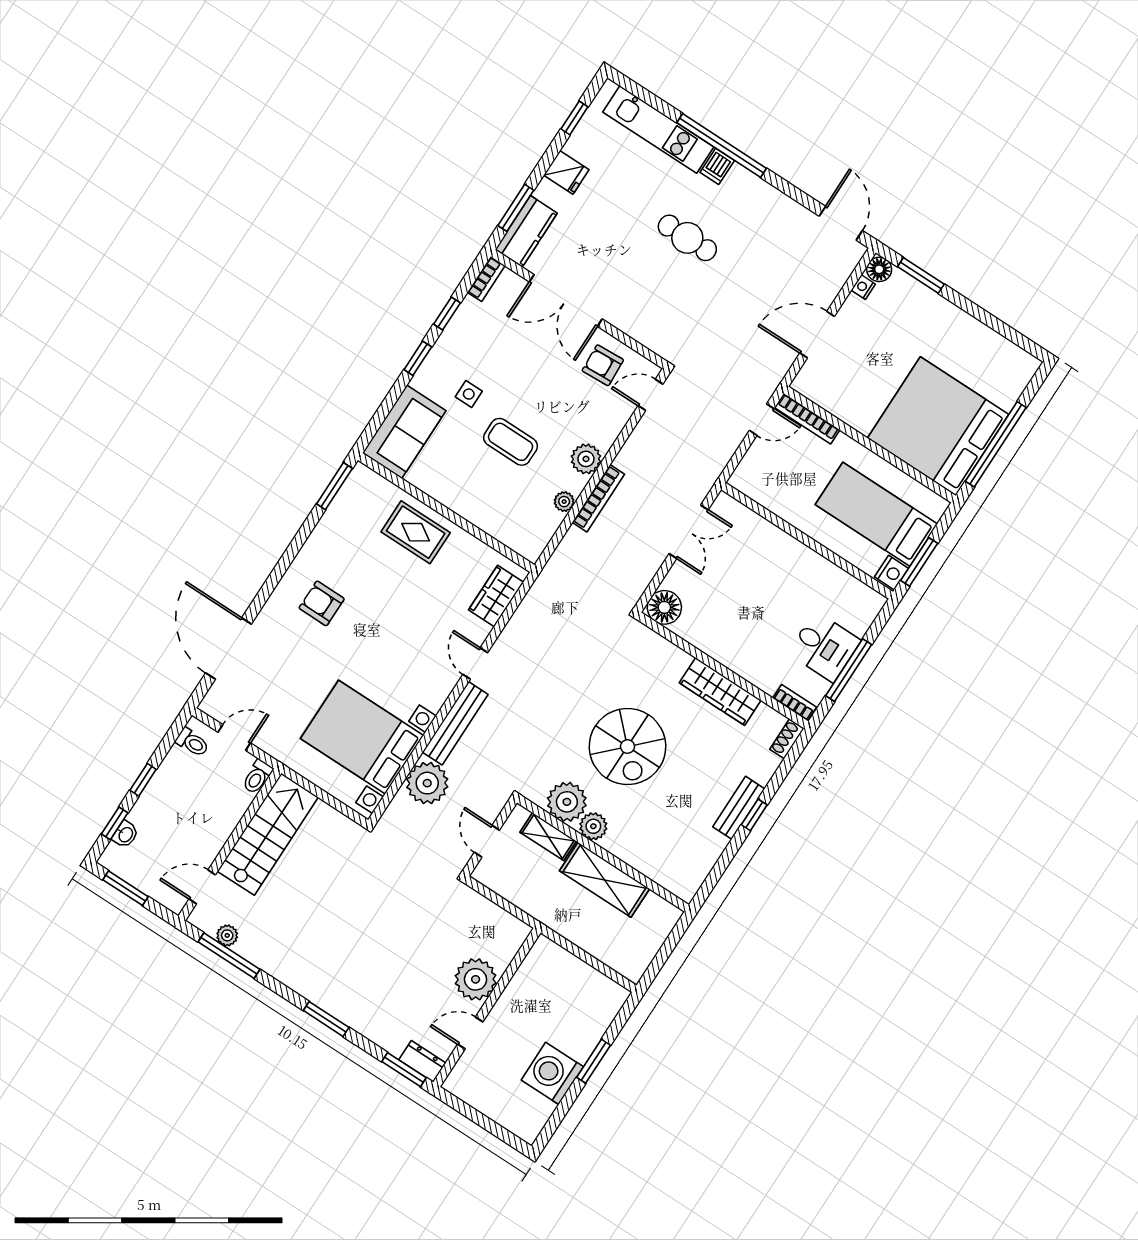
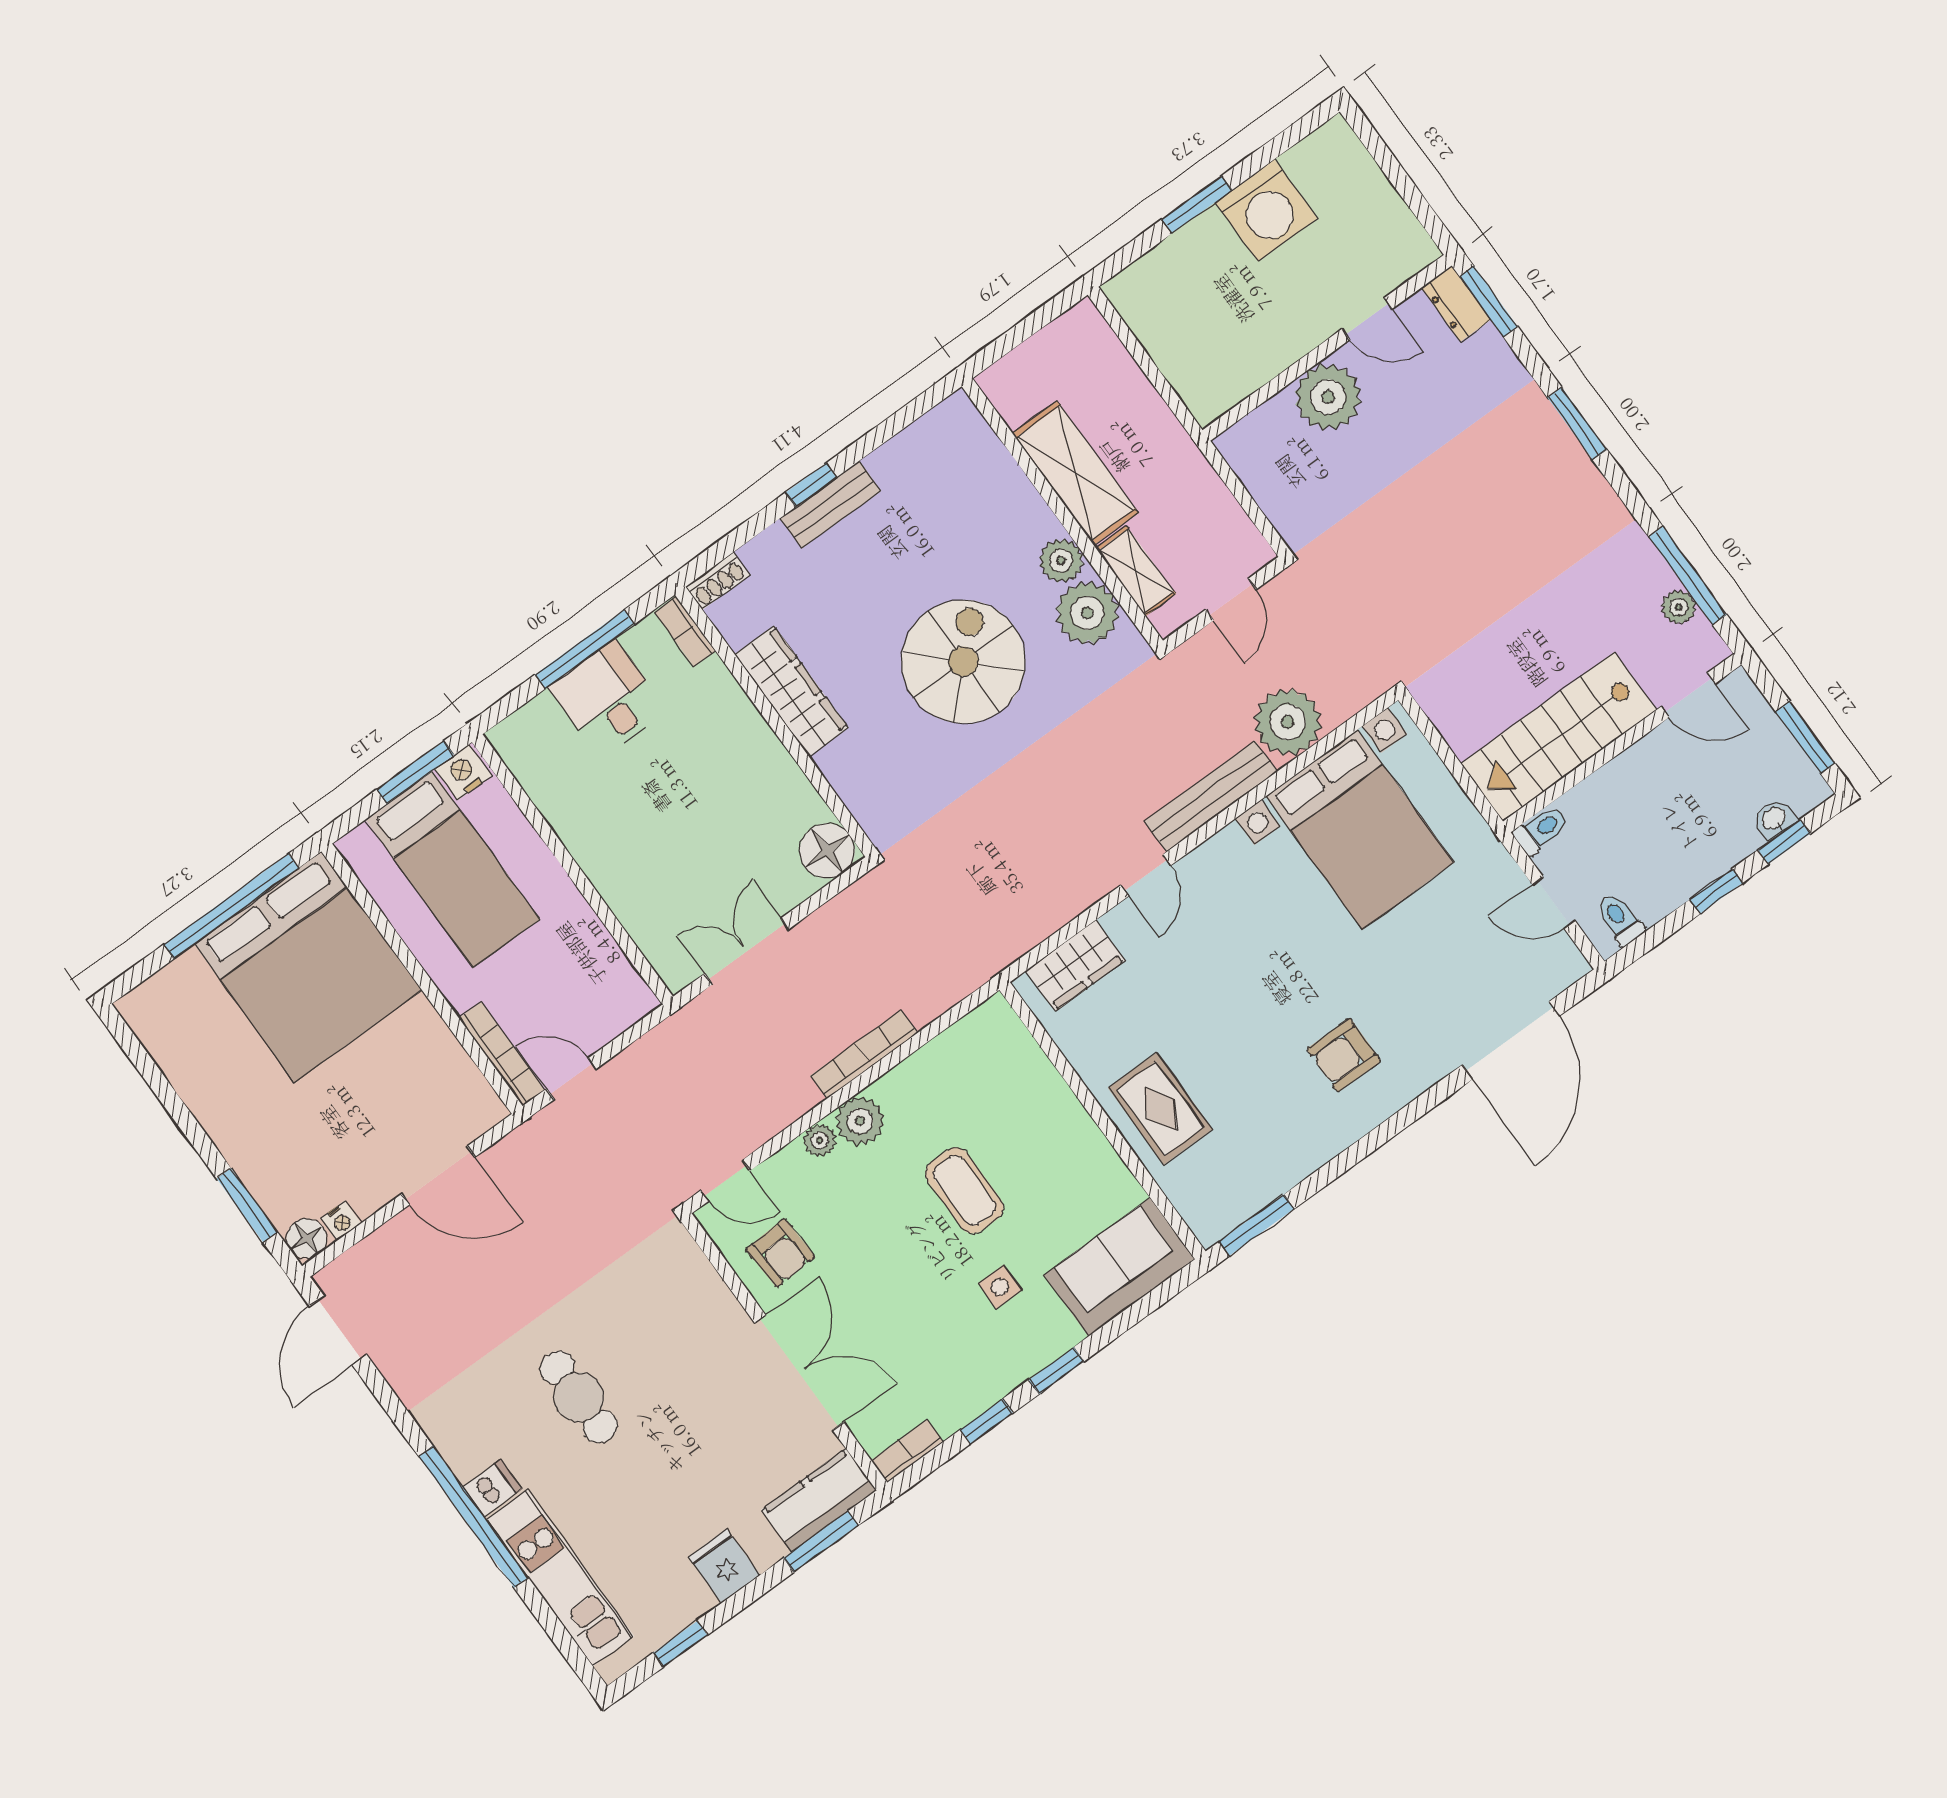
plant: (564, 502) -> (820, 1140), moved
armchair: (322, 603) -> (1344, 1055), turned 90

